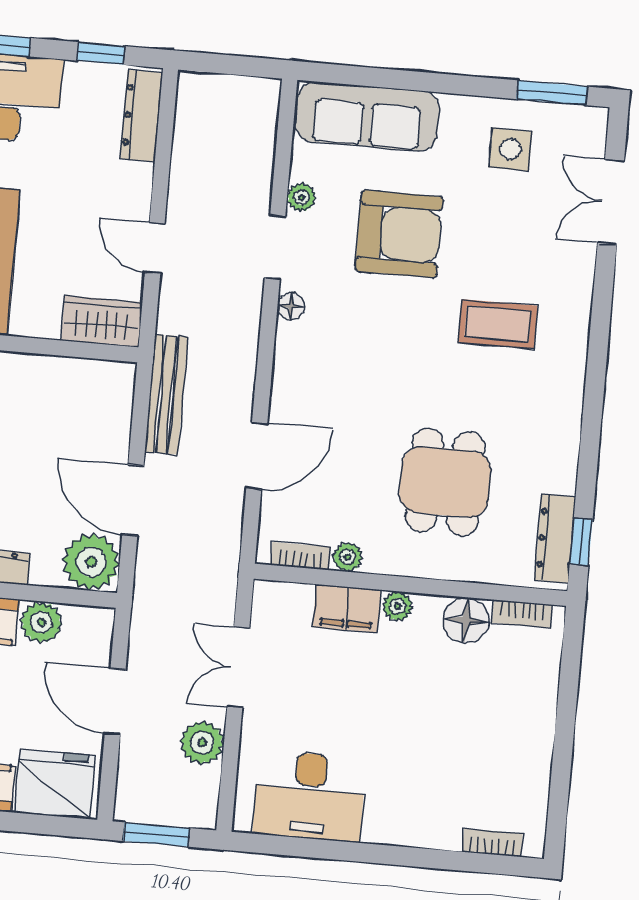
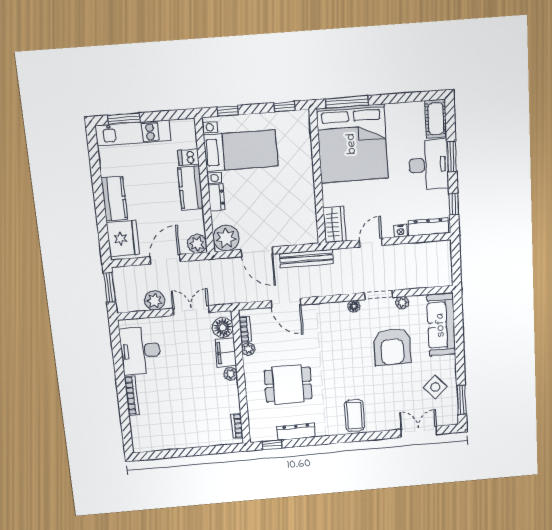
side table: (510, 149) -> (435, 387), turned 45
nightstand: (140, 178) -> (401, 231), added
coffee table: (498, 324) -> (355, 416), moved
door: (133, 500) -> (257, 252), swing flipped
dresser: (555, 539) -> (296, 432), moved
floor lamp: (466, 620) -> (223, 328), moved
plant: (41, 622) -> (197, 244), moved
bookcase: (492, 843) -> (132, 396), moved, width x1.56

